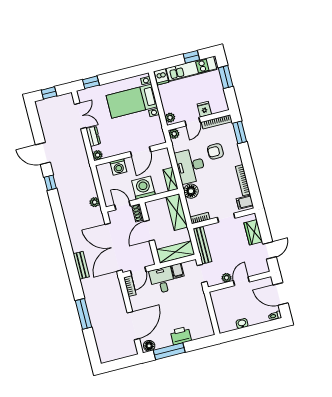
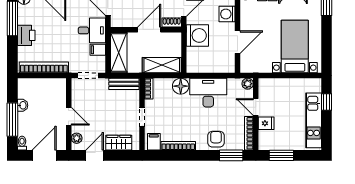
window: (191, 57) -> (327, 102), moved
dishwasher: (161, 77) -> (313, 86), removed
window: (226, 77) -> (281, 155), moved
plant: (170, 118) -> (266, 84), removed
armchair: (215, 151) -> (216, 139), moved
door: (140, 152) -> (238, 42), swing flipped
shelving: (170, 179) -> (199, 67), removed
door: (149, 231) -> (149, 30), hinge flipped
bench: (202, 245) -> (124, 84), width x0.73
door: (269, 250) -> (95, 155), swing flipped
plant: (226, 278) -> (77, 138), moved
bookcase: (205, 314) -> (44, 67), added
window: (257, 329) -> (12, 120), added

